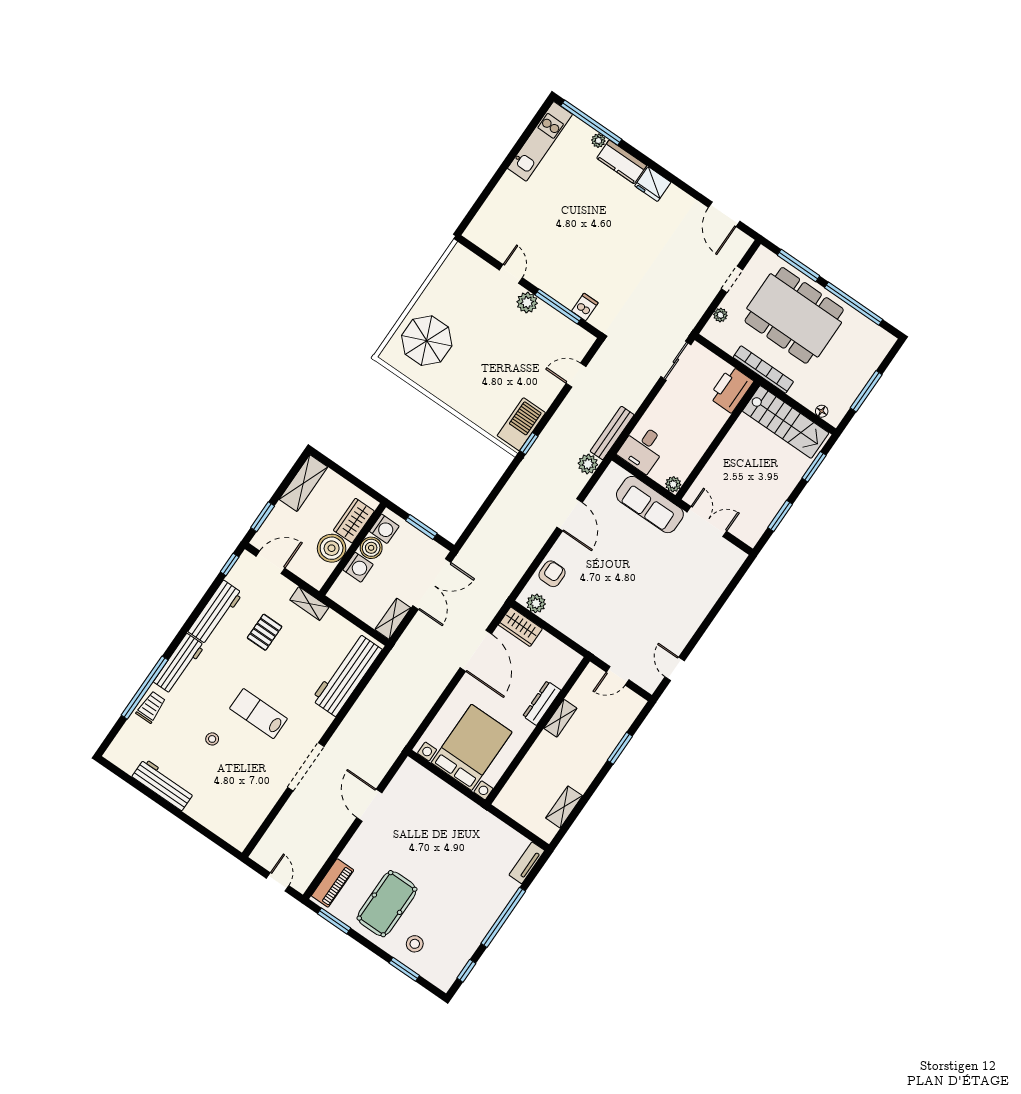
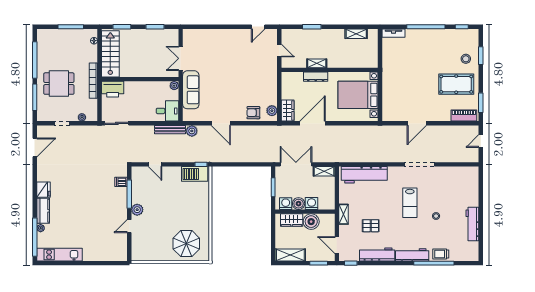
dining table: (794, 315) -> (59, 84), width x0.53, depth x0.80
door: (570, 515) -> (221, 123), swing flipped

